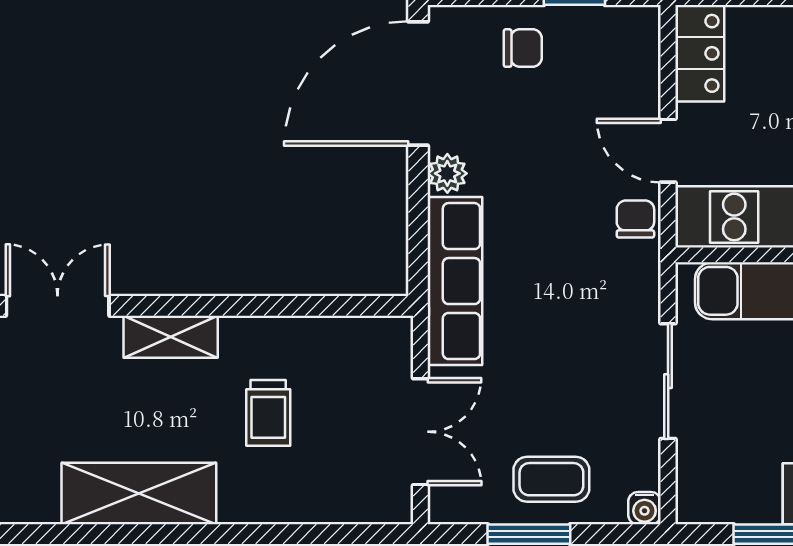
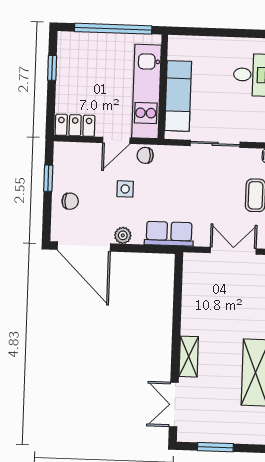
chair: (523, 48) -> (70, 201), turned 90
side table: (556, 175) -> (125, 189), added
row of seats: (455, 281) -> (169, 234), width x0.68
trolley: (268, 413) -> (223, 316), removed

